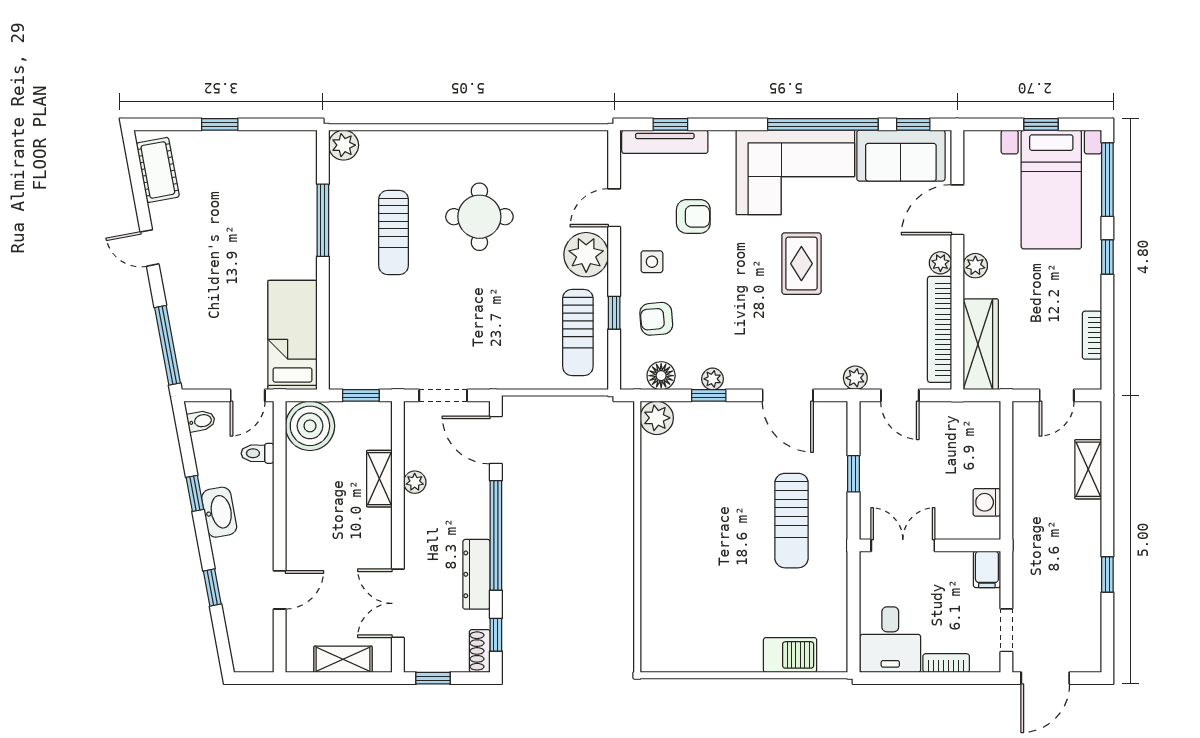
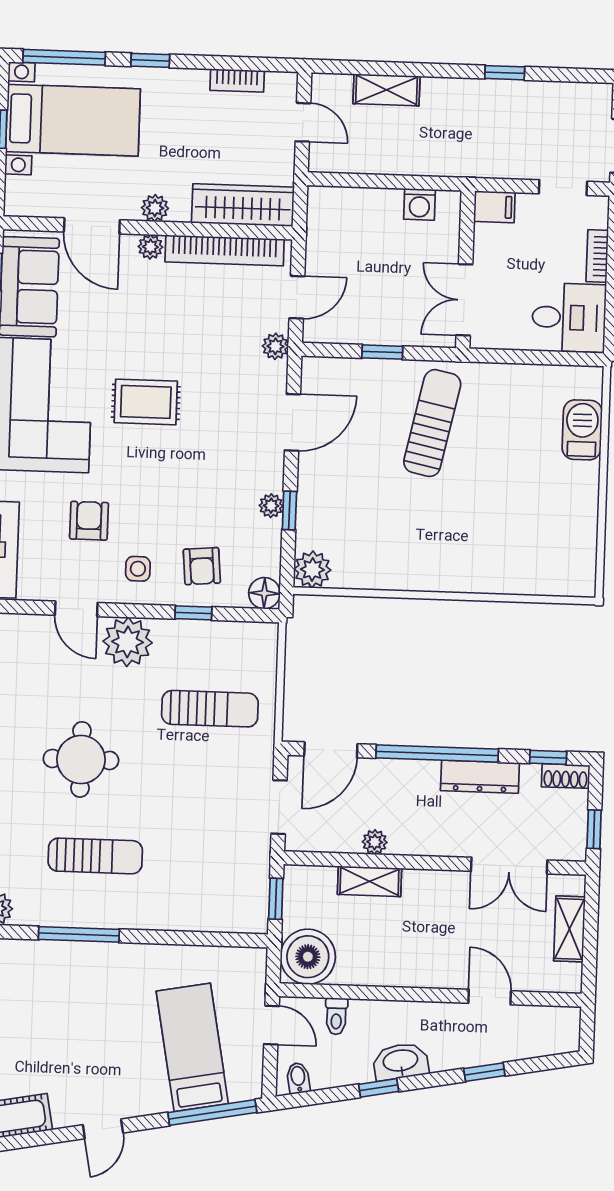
sun lounger: (578, 332) -> (210, 709), moved
bed: (292, 335) -> (192, 1047), moved, turned 80
floor lamp: (661, 376) -> (264, 593), moved
sun lounger: (792, 521) -> (432, 423), turned -78

